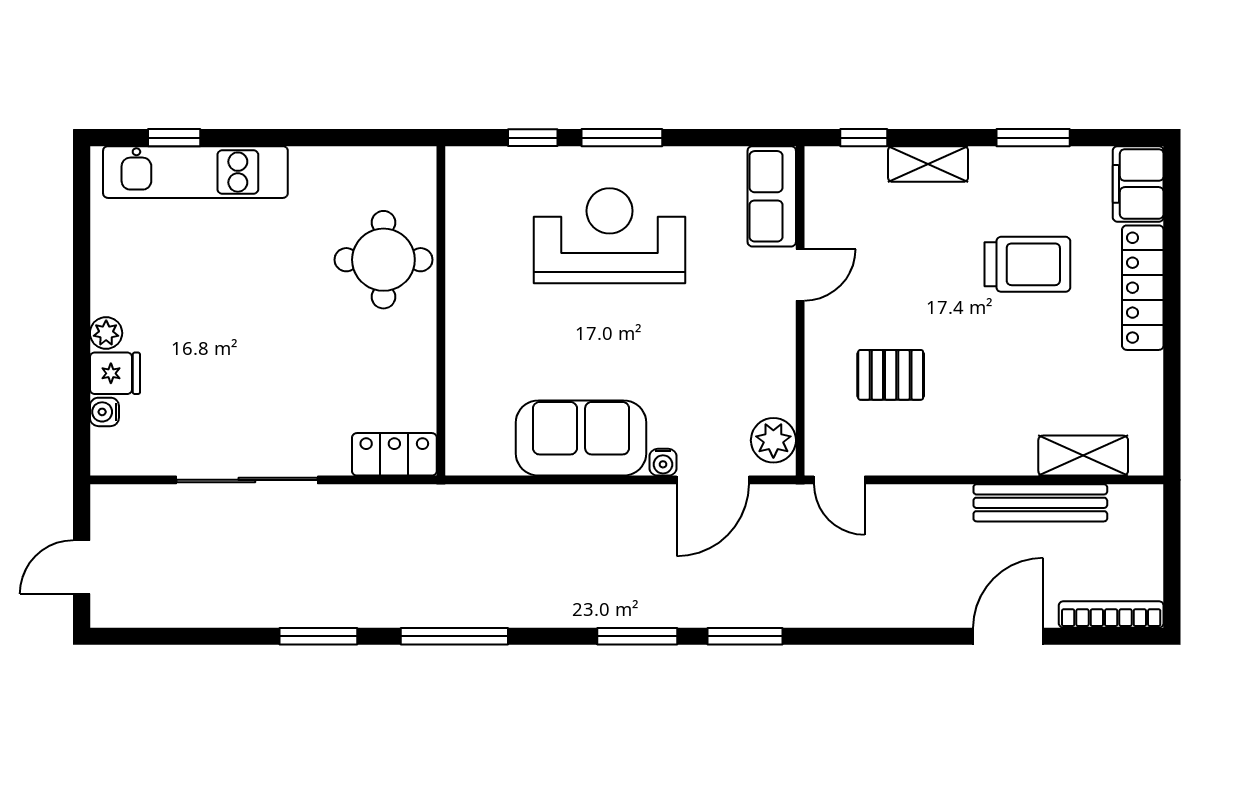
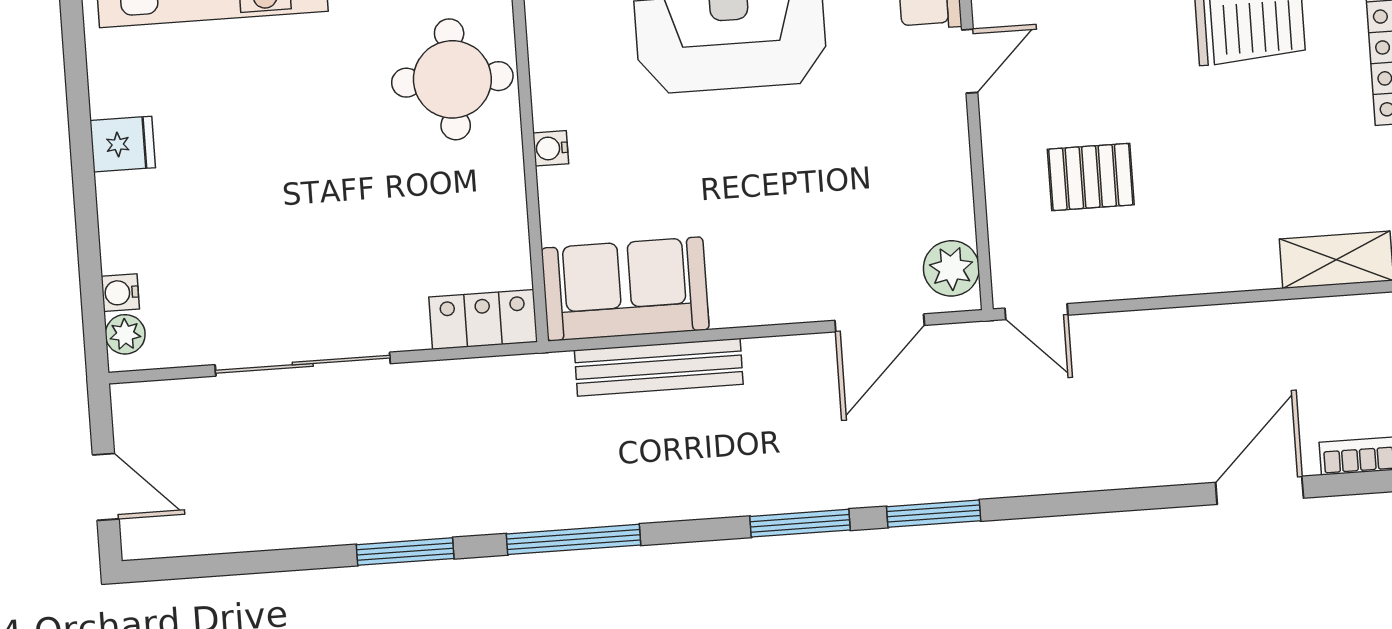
plant: (106, 333) -> (125, 334), moved
fridge: (115, 373) -> (123, 144), moved
sofa: (581, 438) -> (625, 289), moved
water cooler: (663, 462) -> (551, 148), moved, turned 90
bench: (1040, 503) -> (659, 367), moved
door: (82, 567) -> (106, 487), swing flipped

